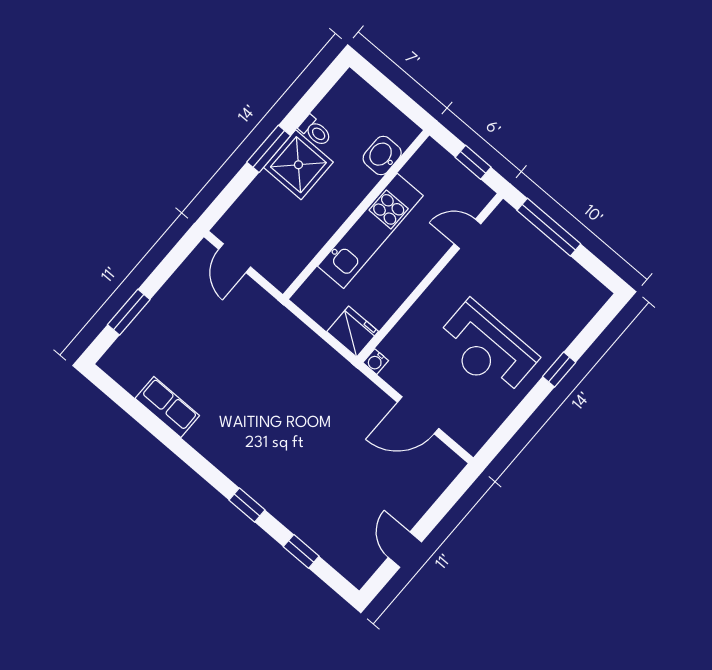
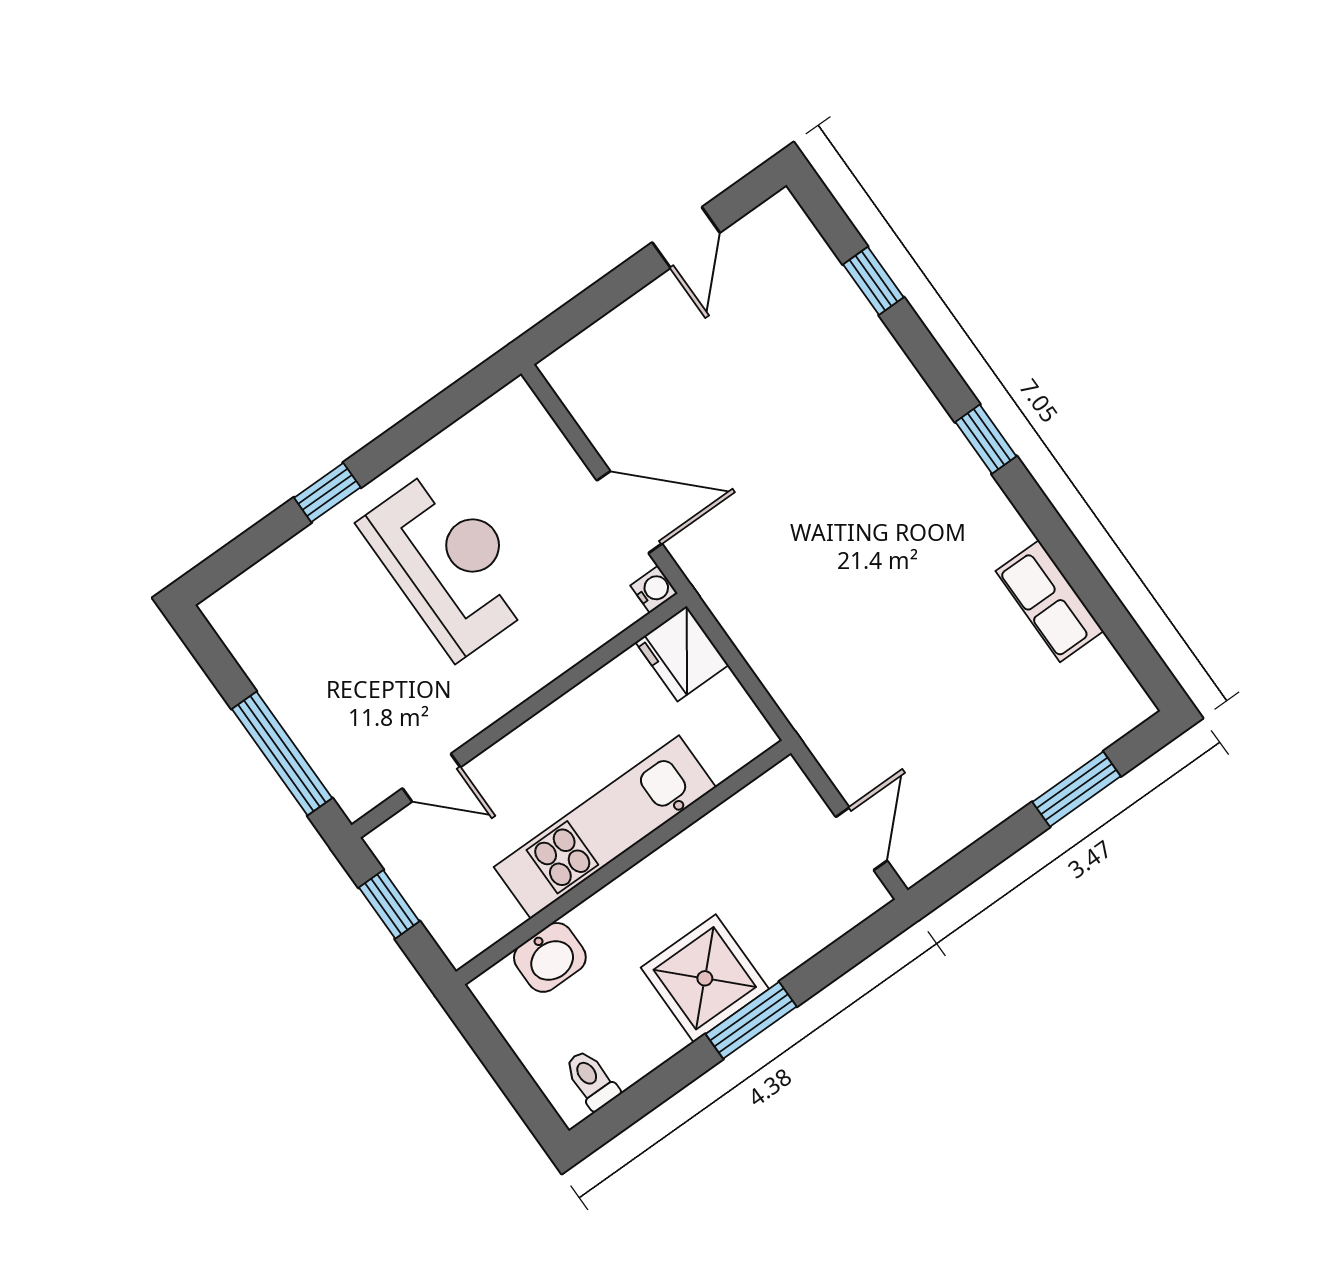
toilet: (315, 131) -> (591, 1080), moved
door: (418, 415) -> (629, 512), moved
window: (247, 505) -> (986, 439), moved

